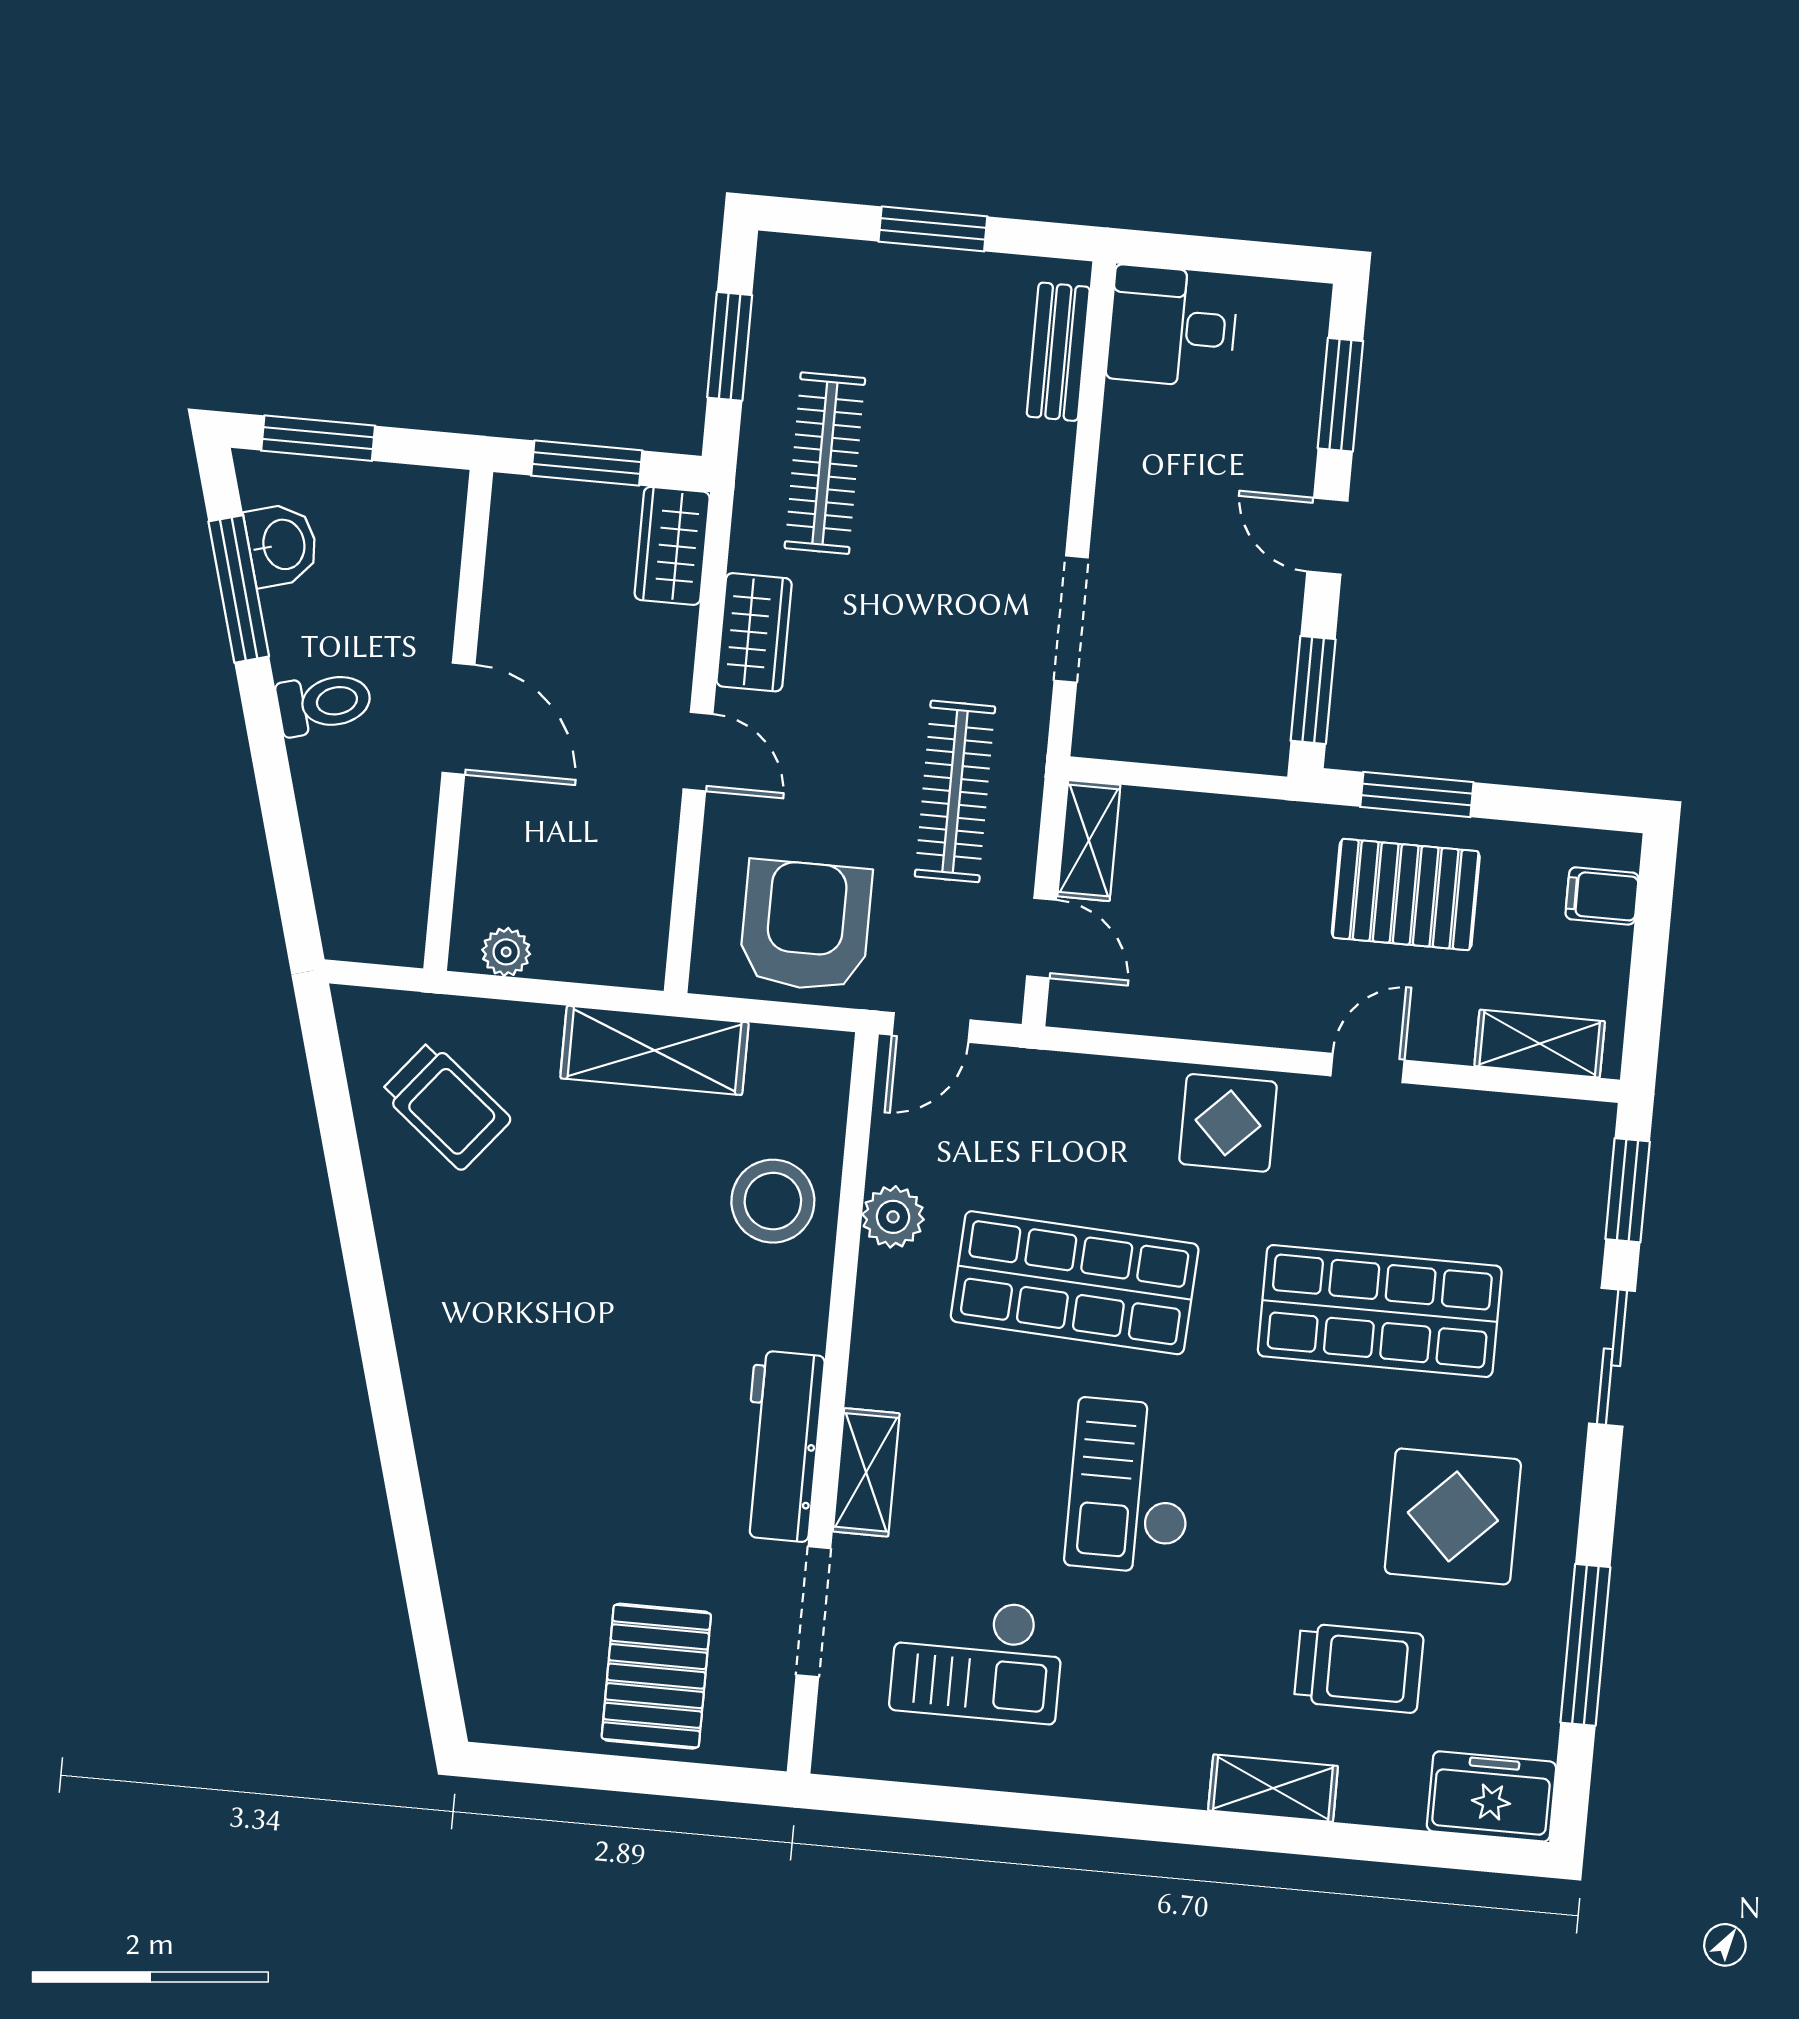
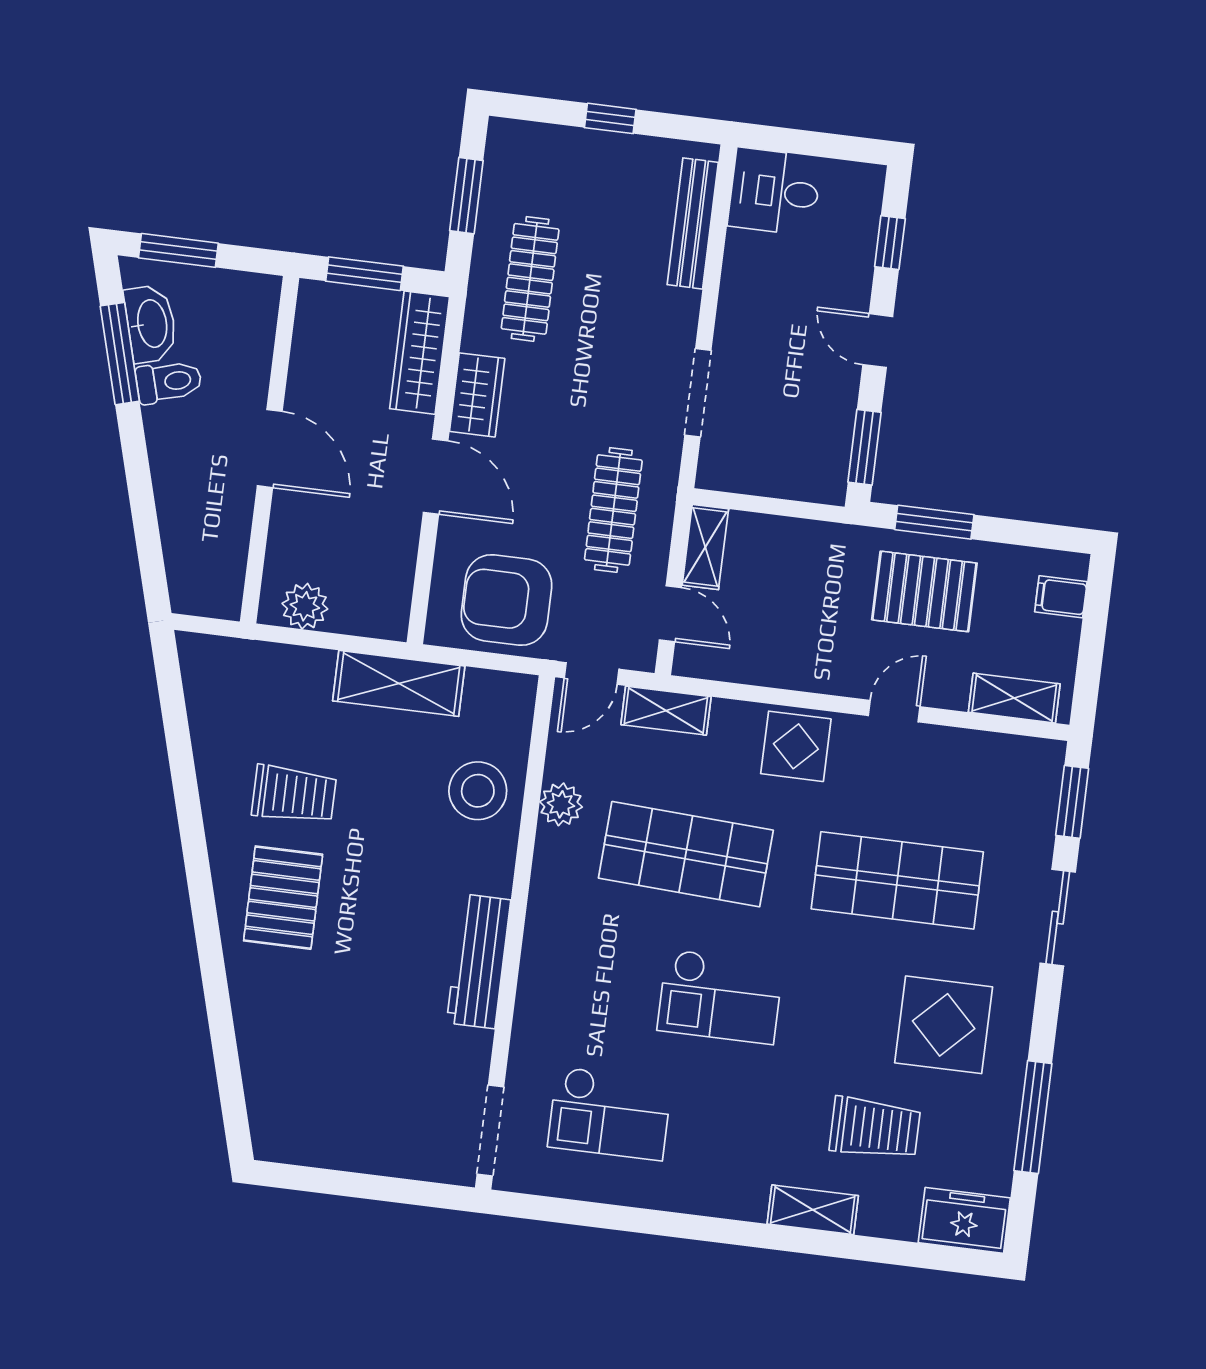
window: (933, 229) -> (610, 118), width x0.67
bench: (1058, 352) -> (693, 223), width x1.36
window: (1340, 395) -> (890, 243), width x0.67
washbasin: (282, 545) -> (151, 324), width x1.38
wardrobe: (672, 546) -> (420, 353), width x1.50
toilet: (324, 703) -> (169, 382), moved
door: (698, 752) -> (436, 477), width x1.38
armchair: (805, 926) -> (506, 600), turned -90
plant: (506, 952) -> (305, 606), width x1.38, depth x1.38
trolley: (446, 1106) -> (294, 794), moved, turned -39
shelving: (866, 1472) -> (666, 711), moved, turned 90
checkout: (1130, 1486) -> (720, 997), turned -90
doorway: (813, 1612) -> (490, 1130), moved
pallet: (656, 1676) -> (283, 898), moved

